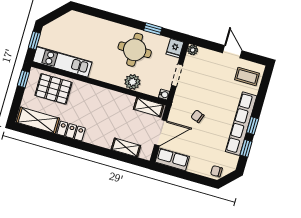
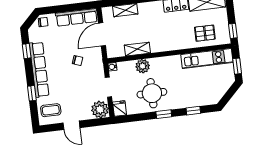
window: (99, 14) -> (193, 111), added
window: (153, 29) -> (164, 114), moved
plant: (193, 50) -> (100, 110), width x1.87, depth x1.87
pallet: (53, 89) -> (205, 33), width x0.67, depth x0.71
shelving: (149, 107) -> (137, 49), moved
window: (253, 126) -> (32, 93), moved
row of seats: (172, 159) -> (77, 17), width x1.48

